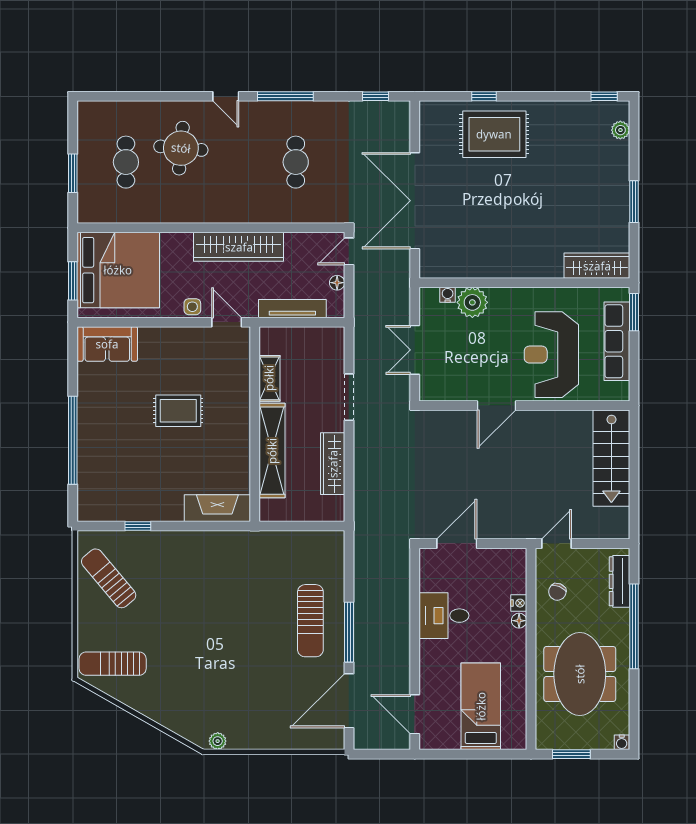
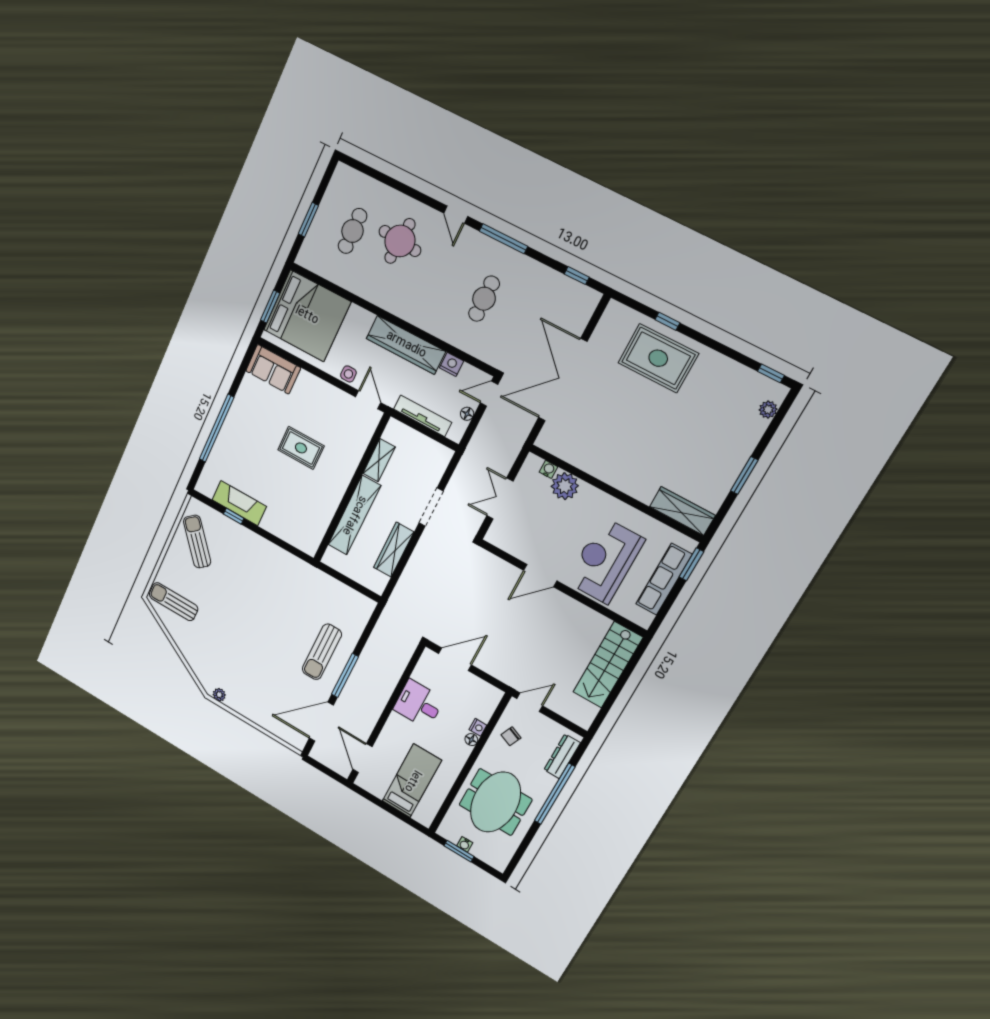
nightstand: (296, 242) -> (451, 364), added
fireplace: (217, 508) -> (239, 503), moved
water cooler: (622, 742) -> (465, 844), moved

